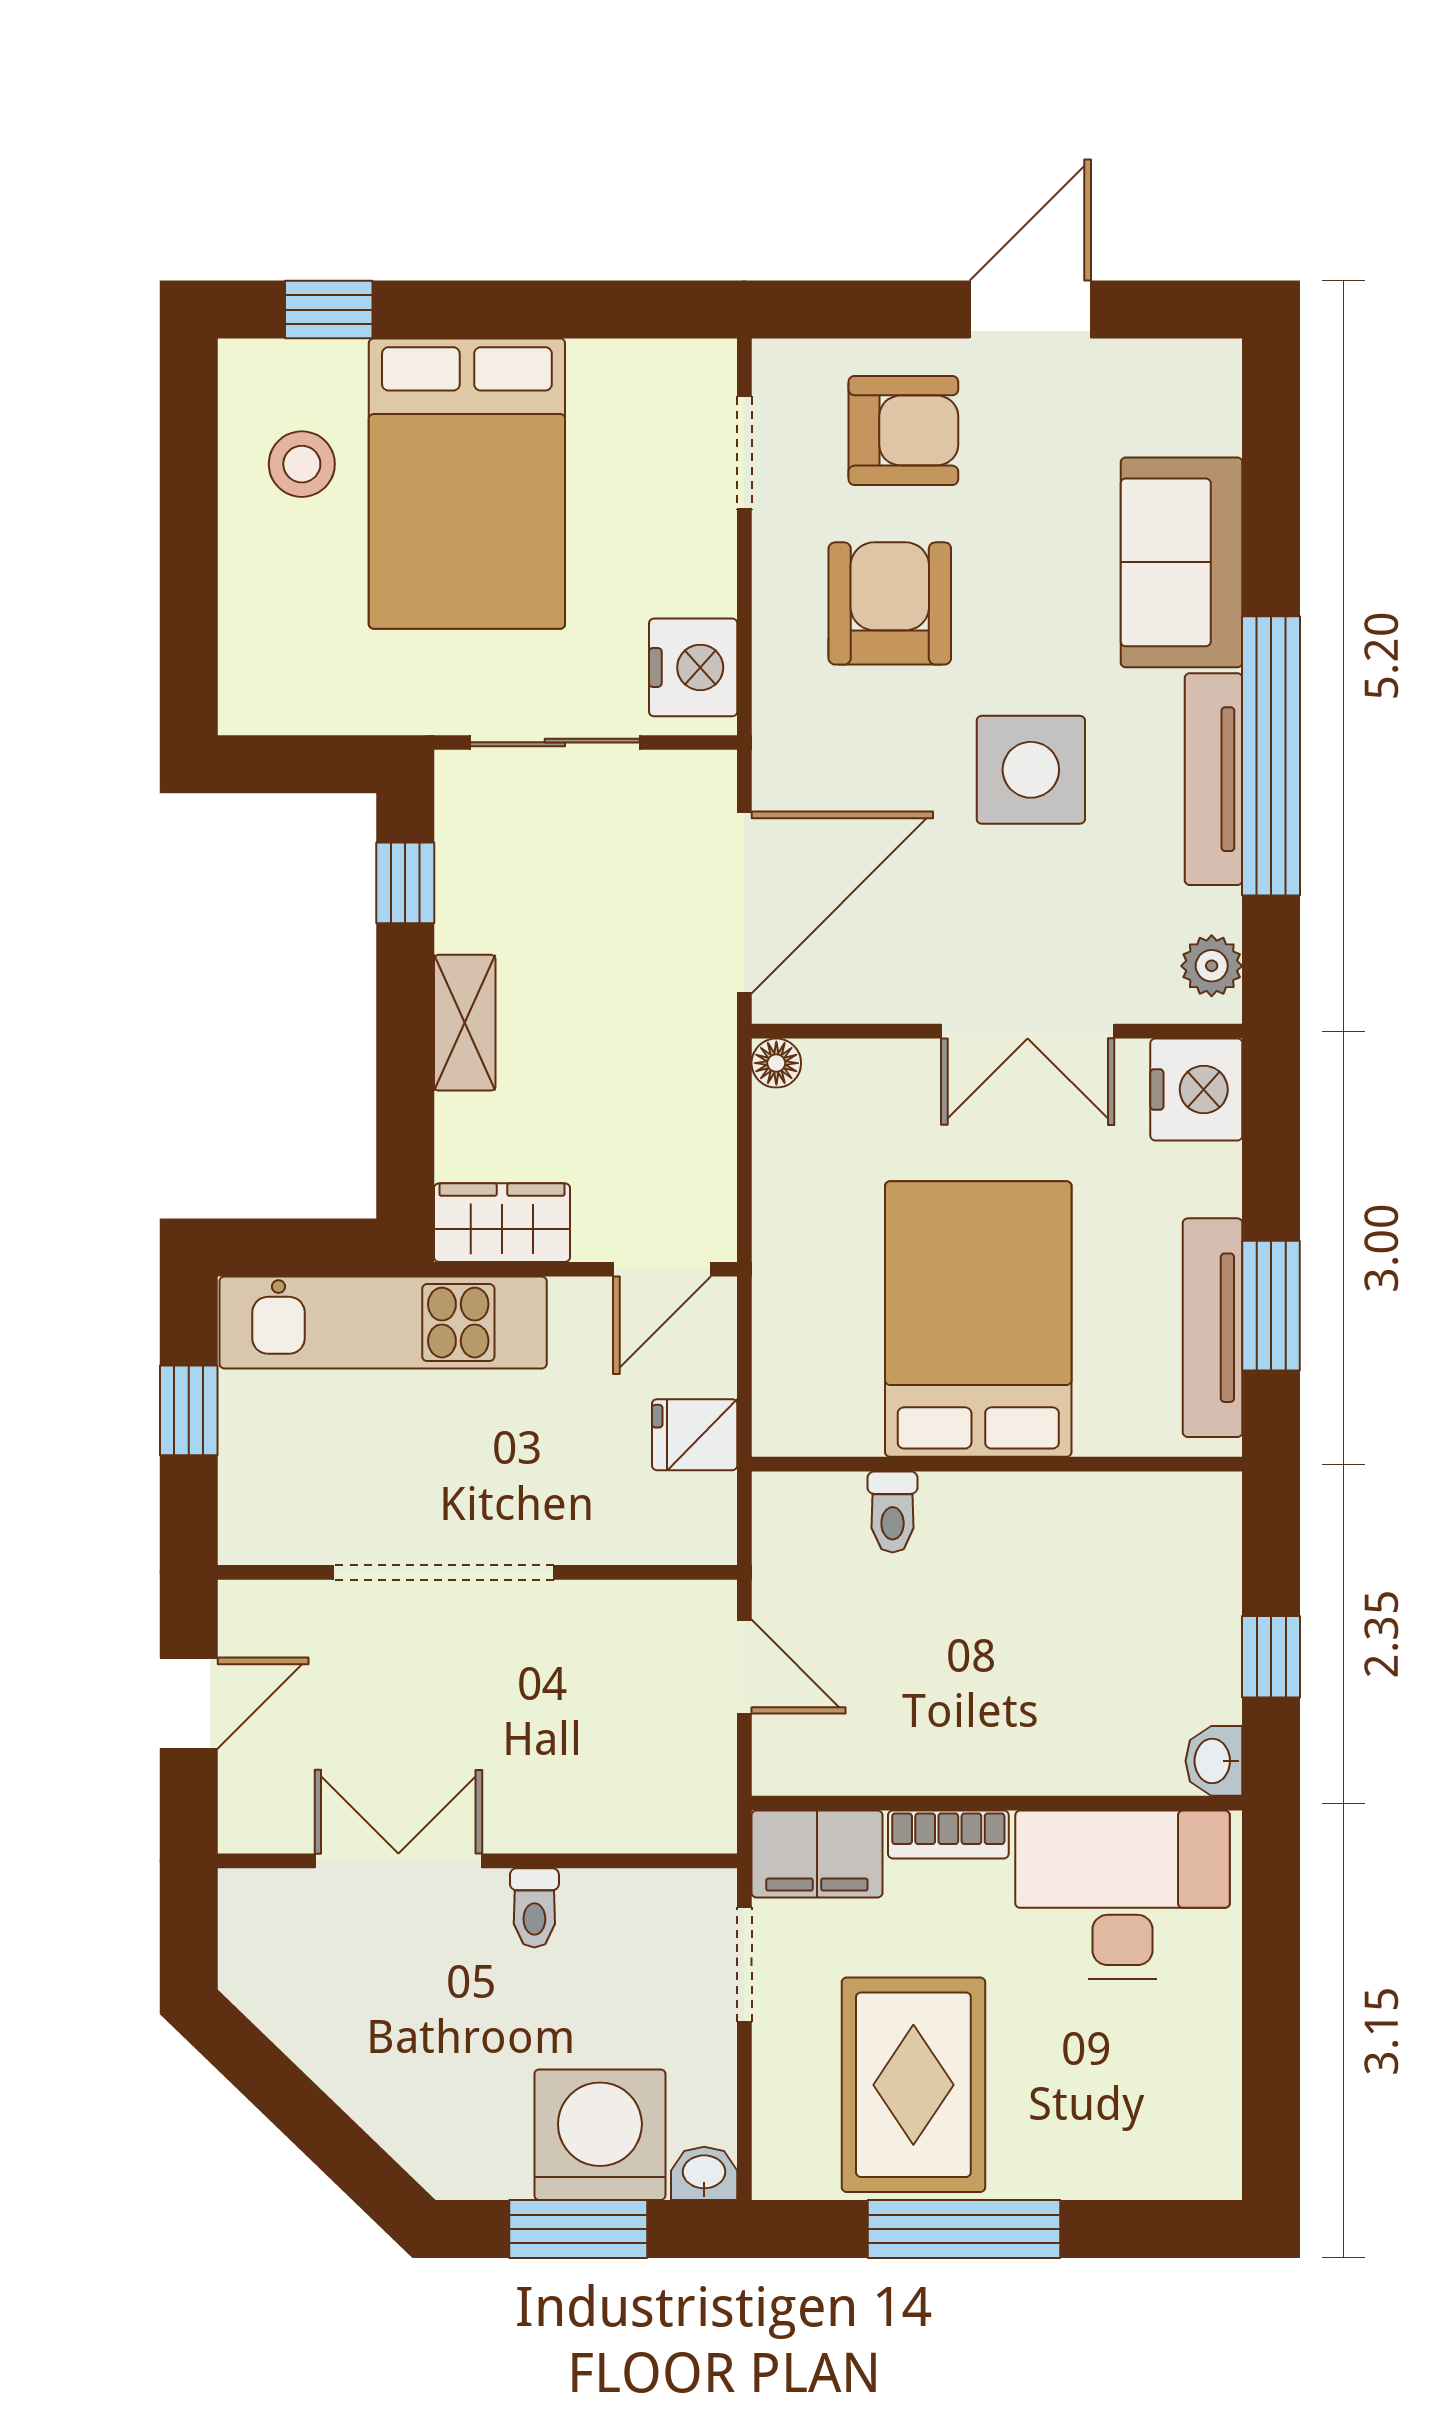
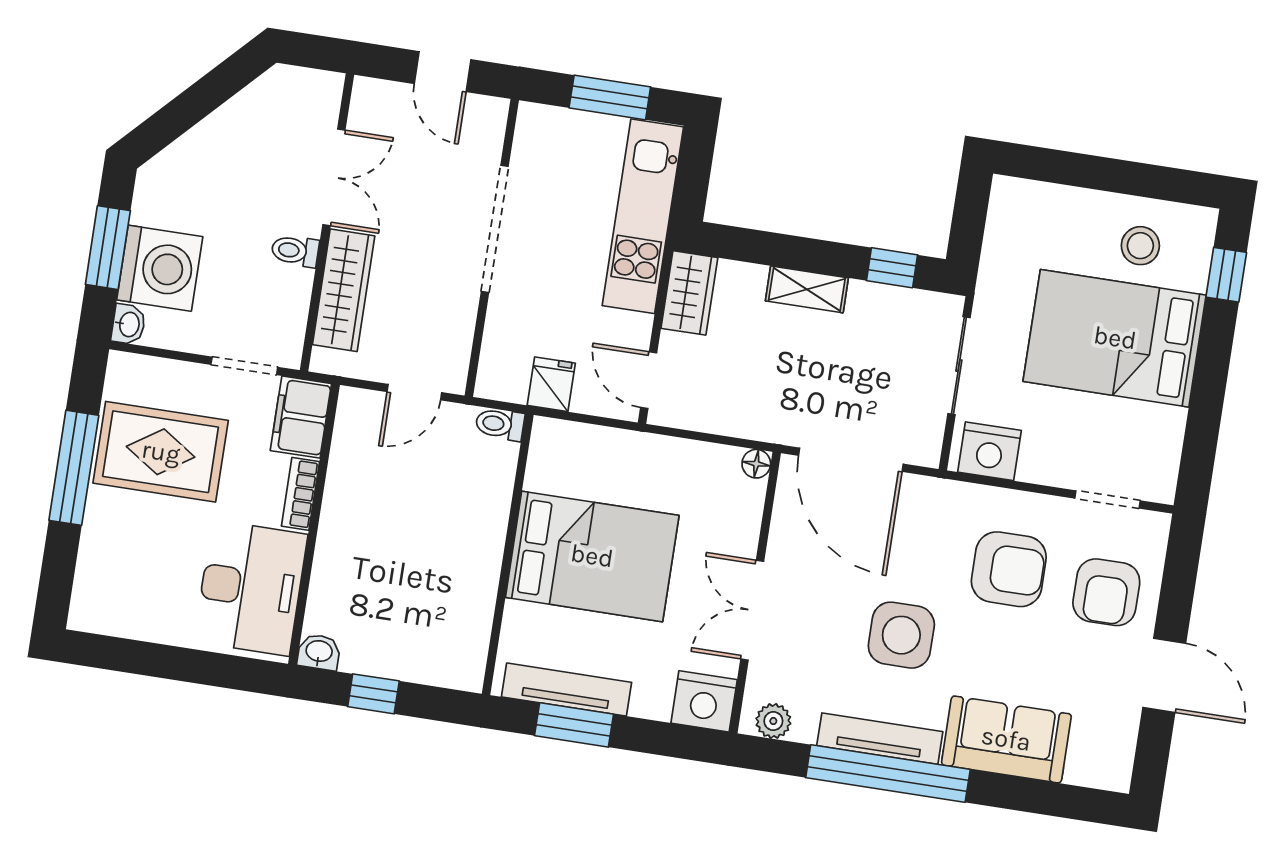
window: (189, 1410) -> (610, 97), width x1.50
toilet: (893, 1512) -> (500, 424), moved
wardrobe: (589, 1815) -> (344, 290), added

